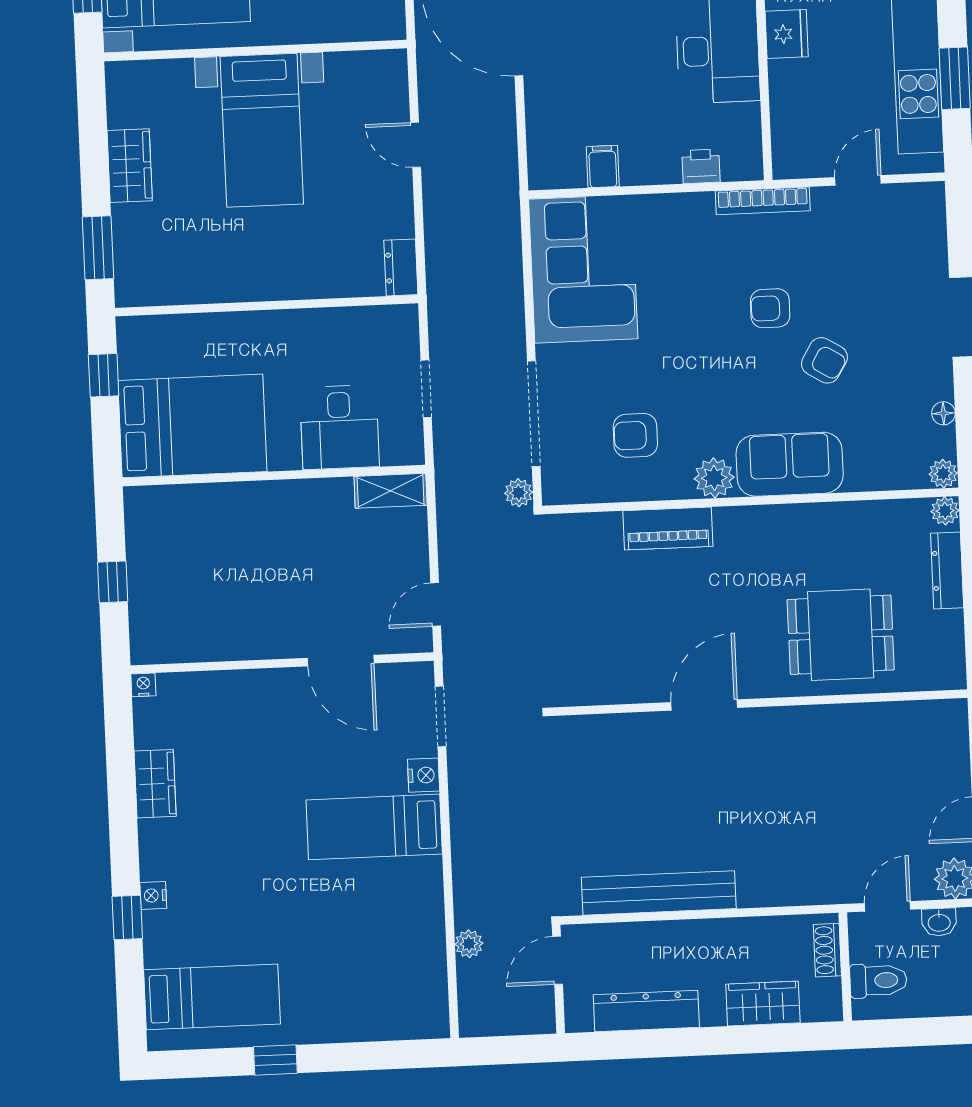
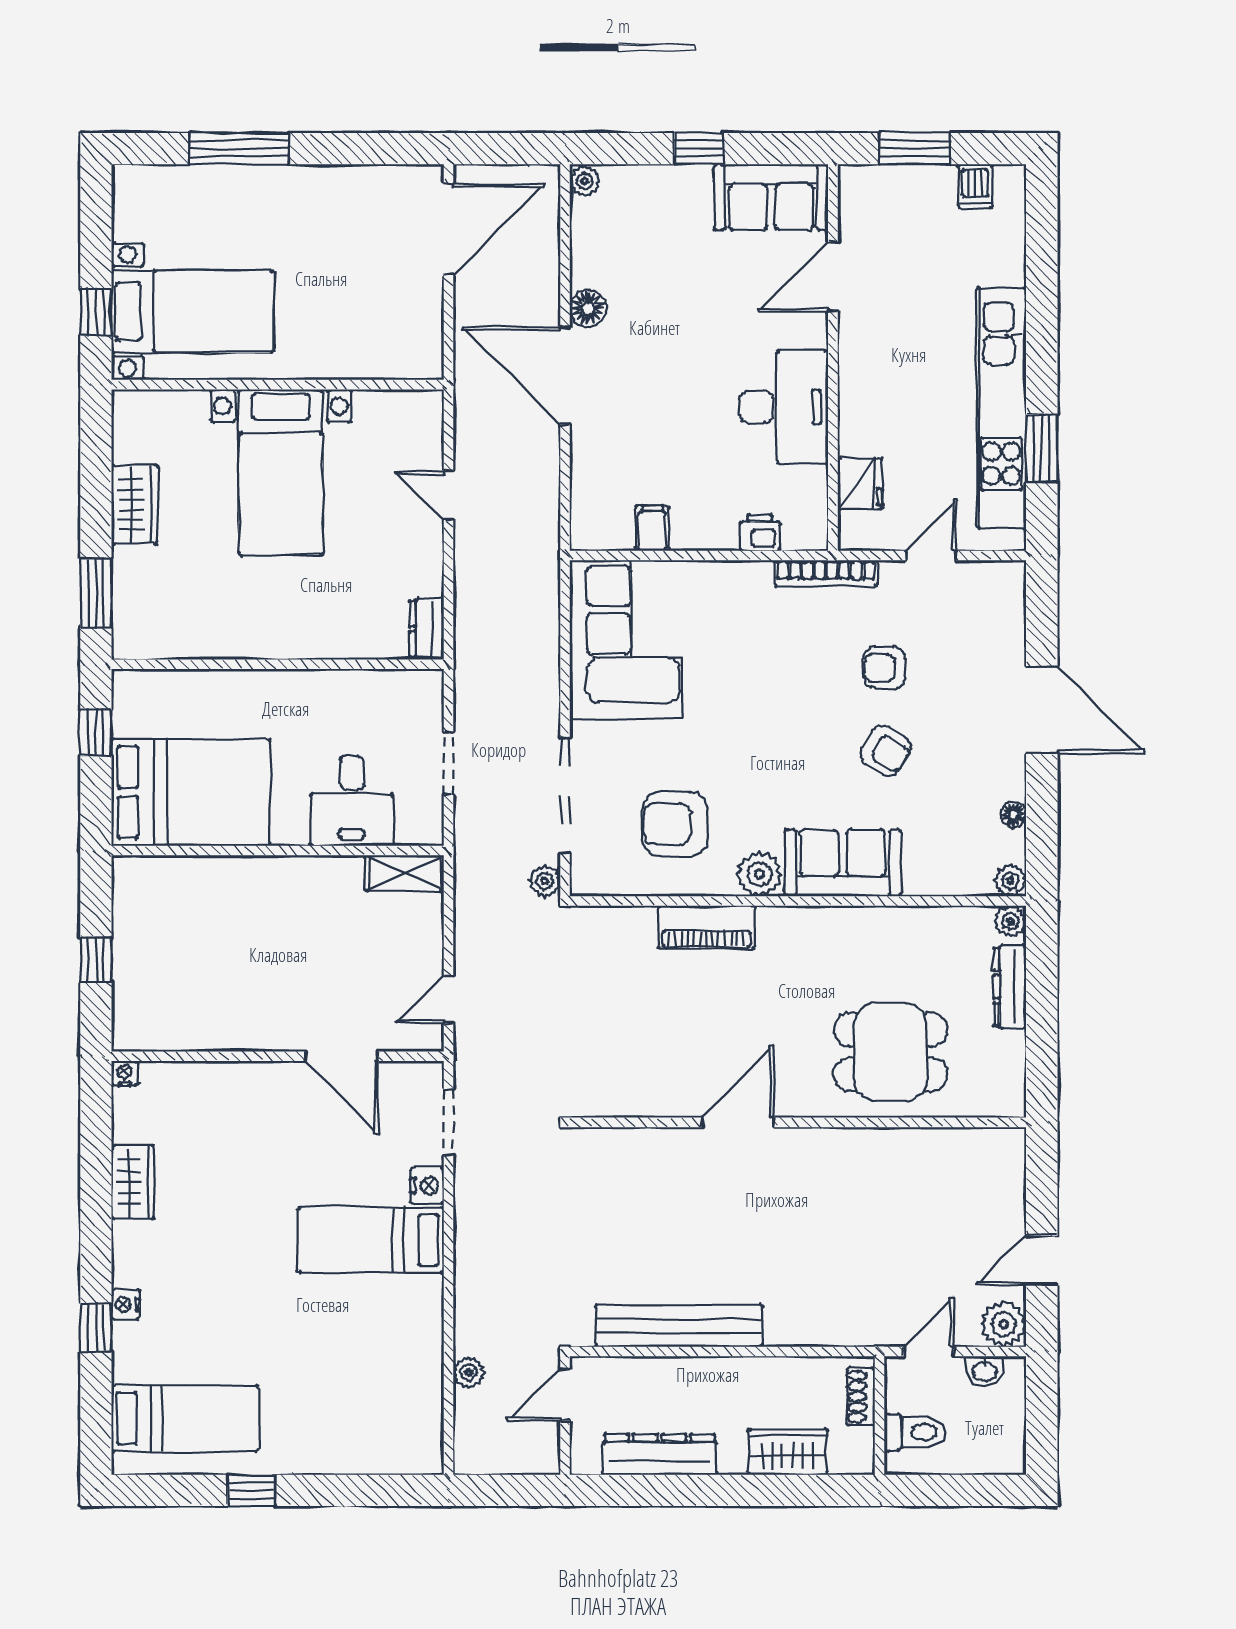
fridge: (787, 34) -> (860, 483), moved
armchair: (770, 308) -> (885, 668), moved
armchair: (635, 435) -> (675, 824), width x1.38, depth x1.38

